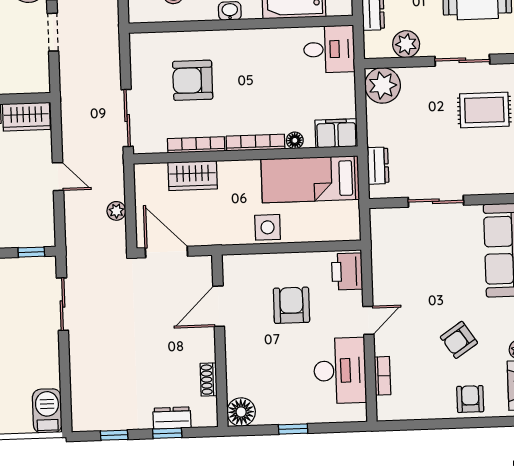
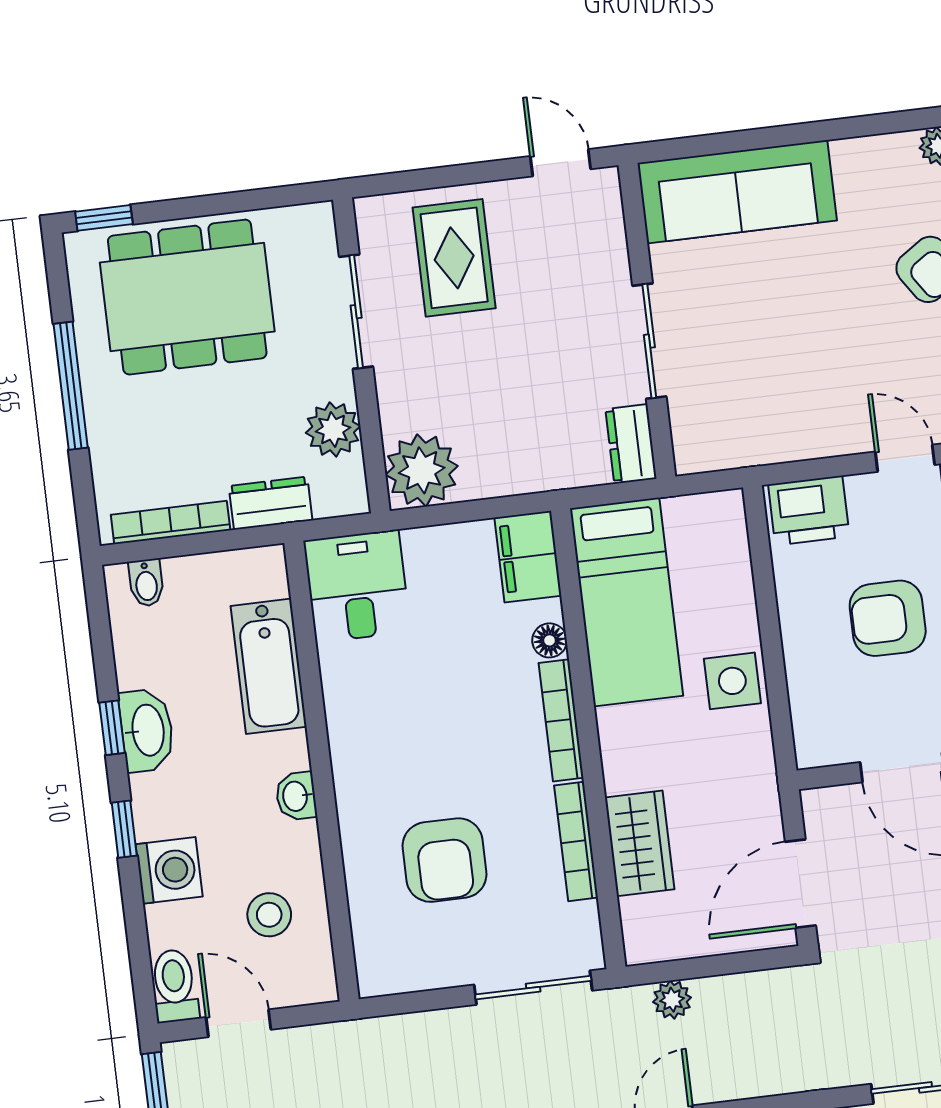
dresser: (378, 166) -> (631, 444), moved, turned -90
plant: (116, 211) -> (672, 1000), moved

